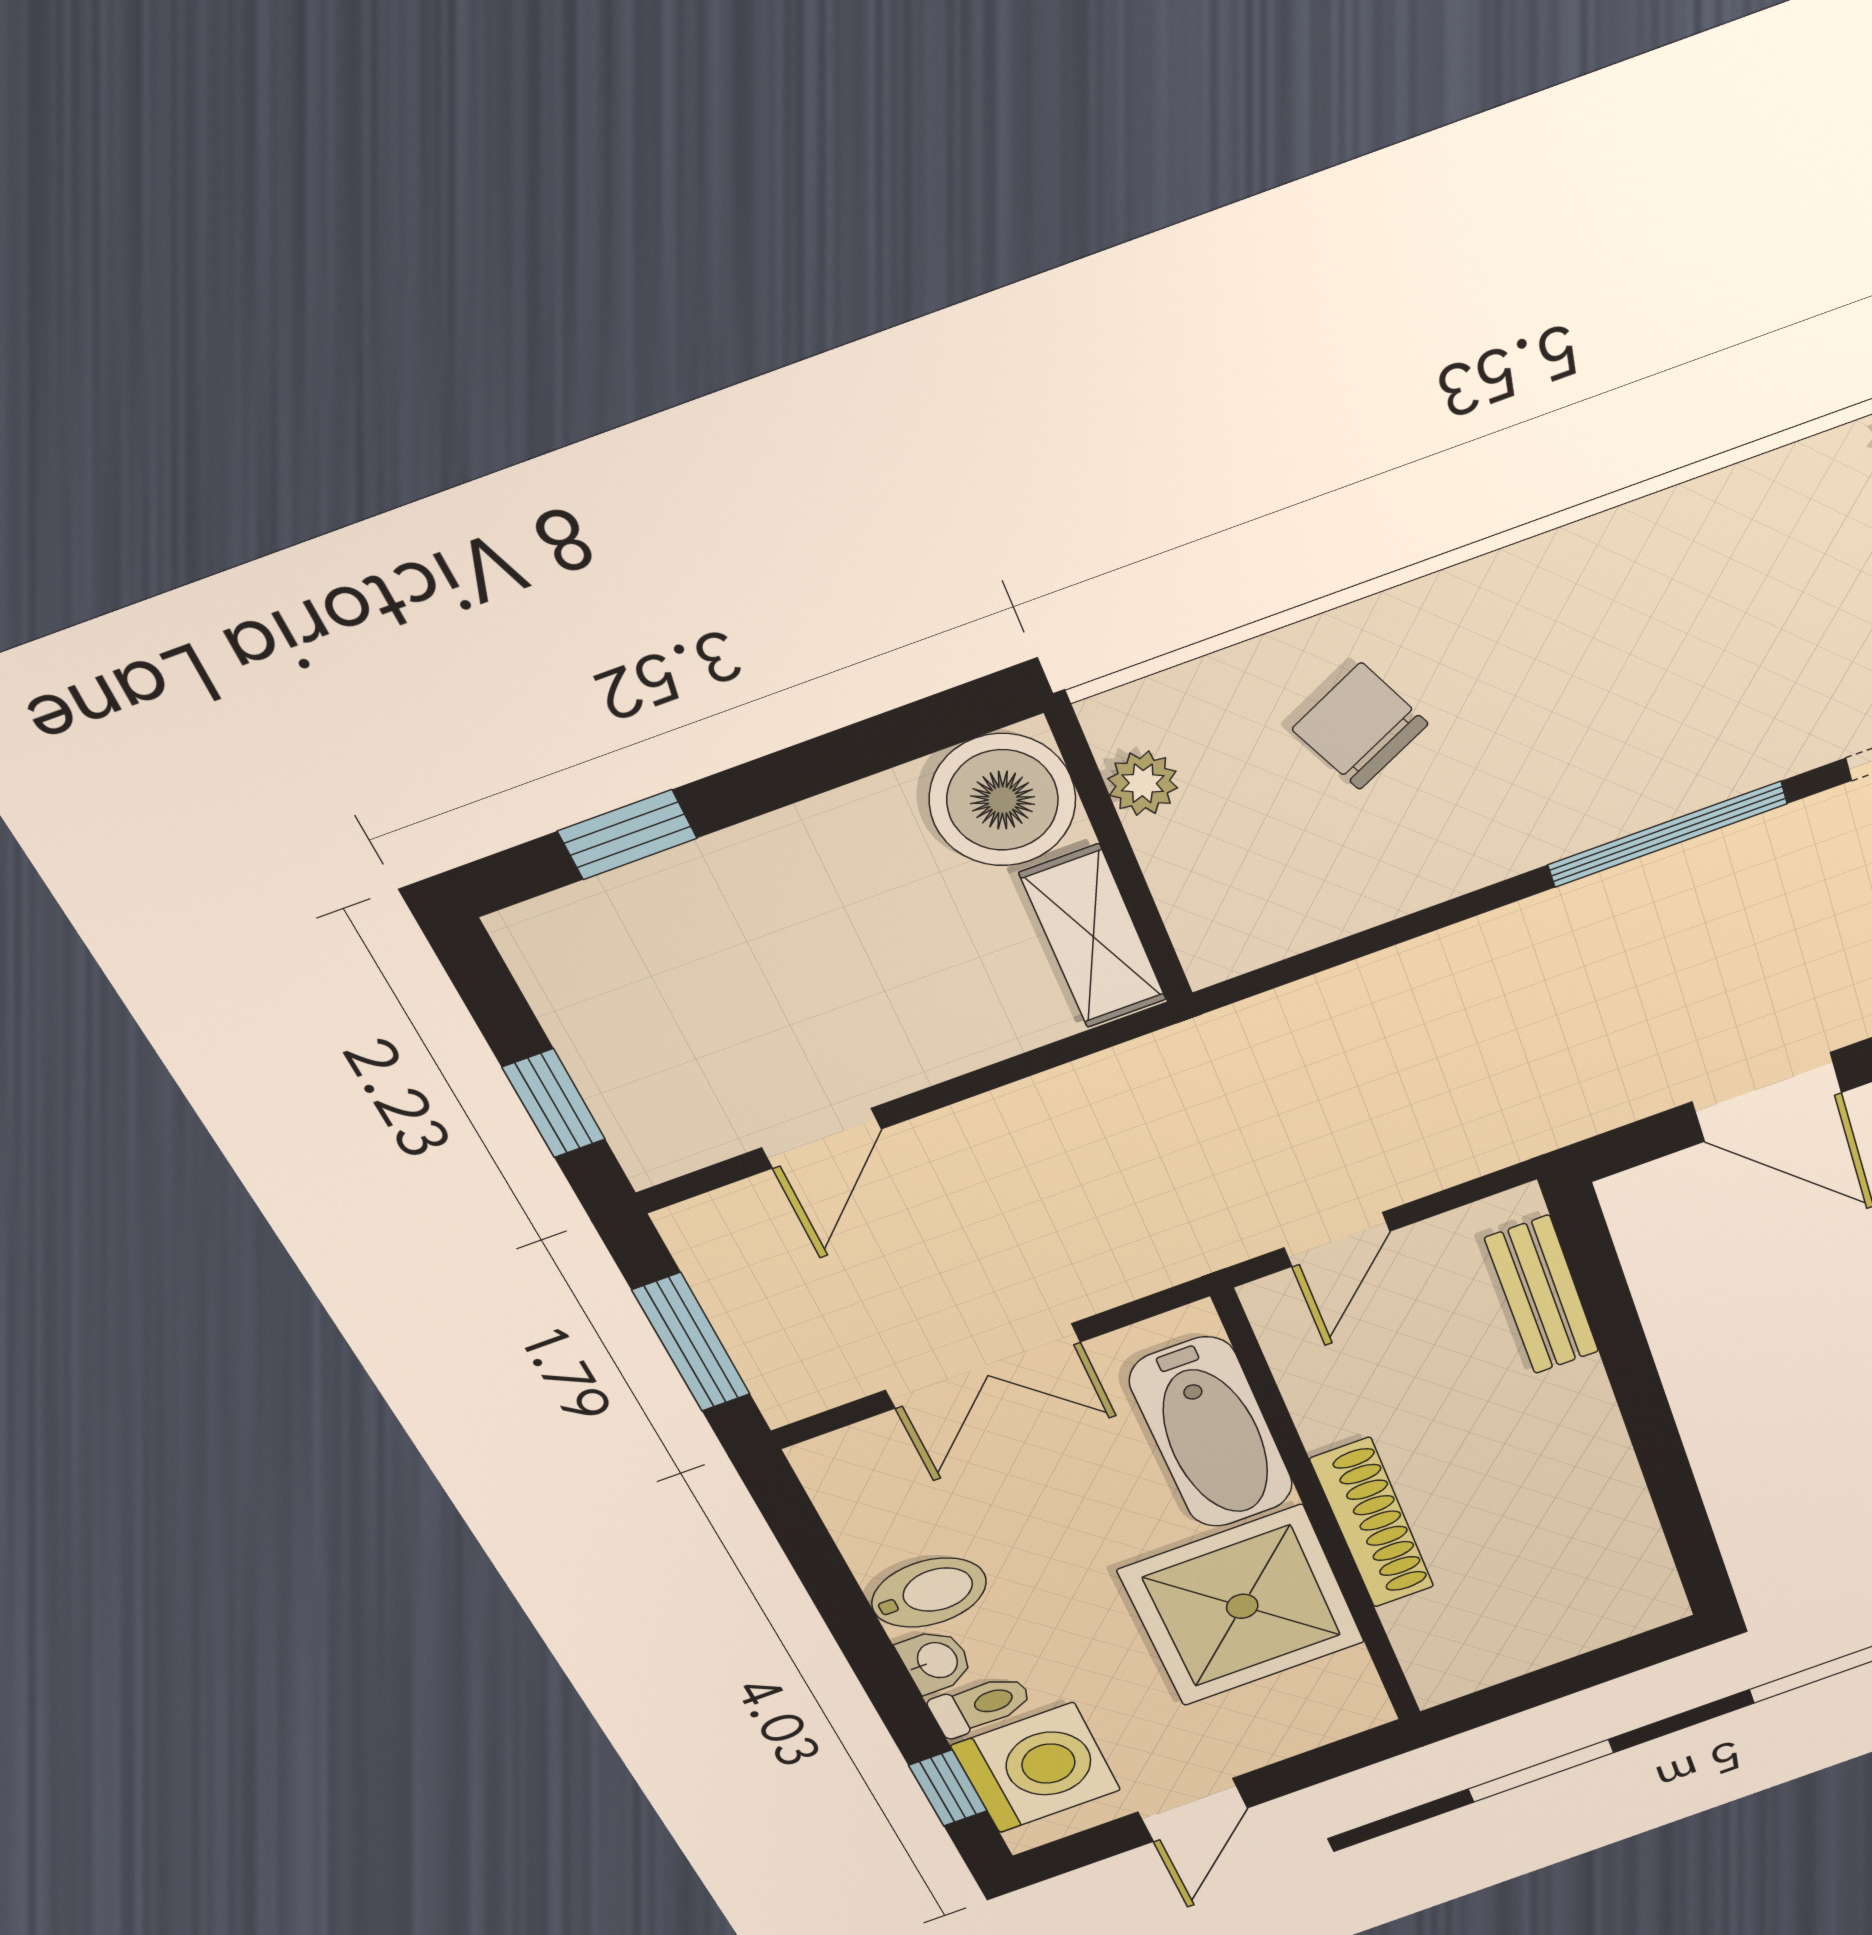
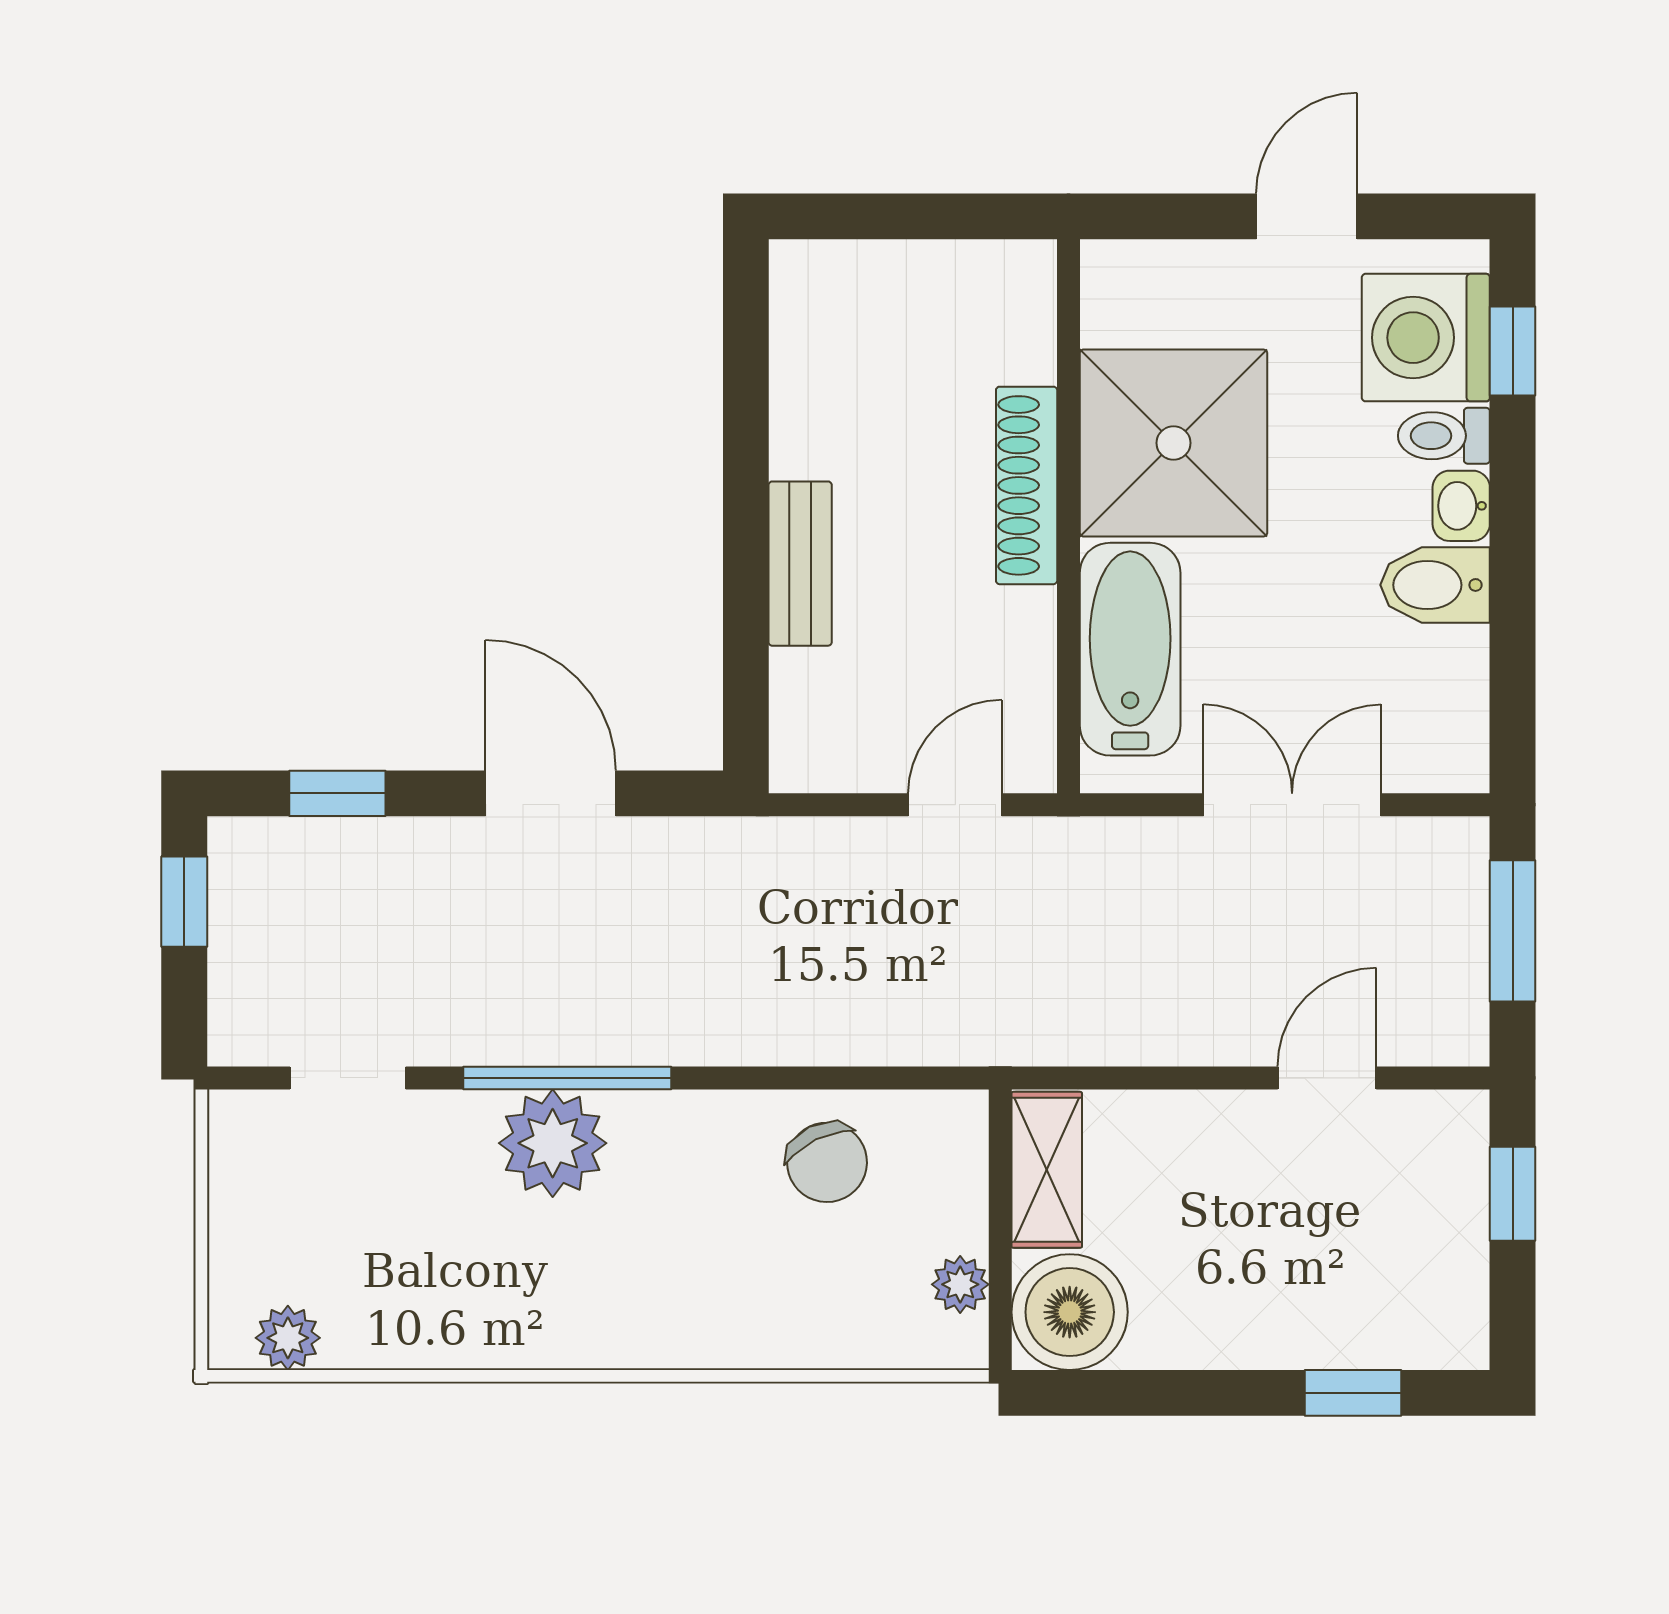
chair: (1360, 727) -> (827, 1162), moved
plant: (1664, 762) -> (553, 1143), added
bench: (1542, 1295) -> (800, 564), moved

